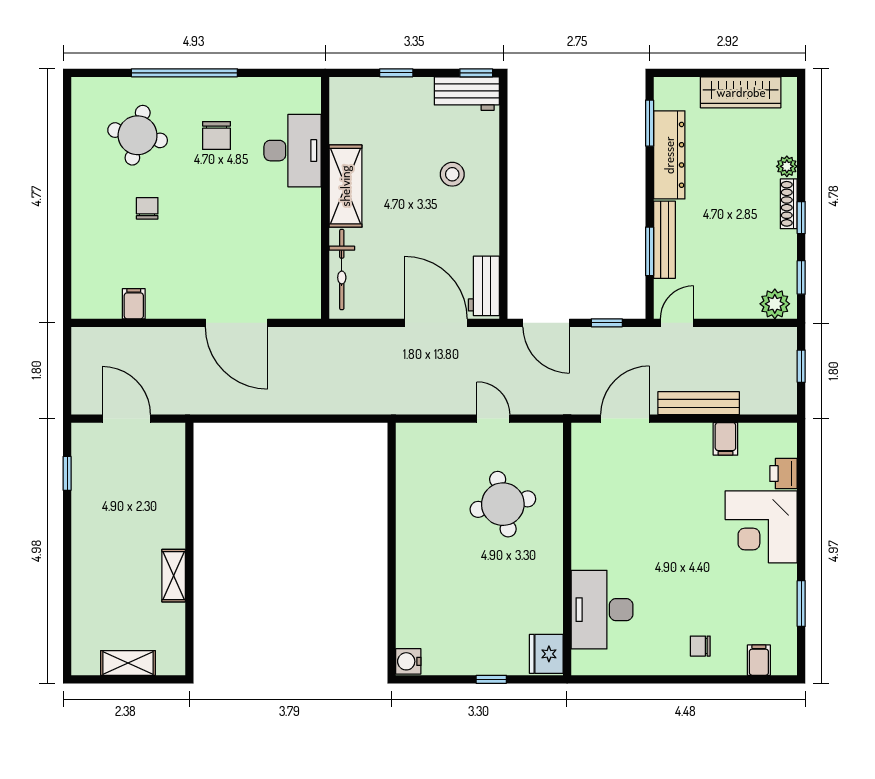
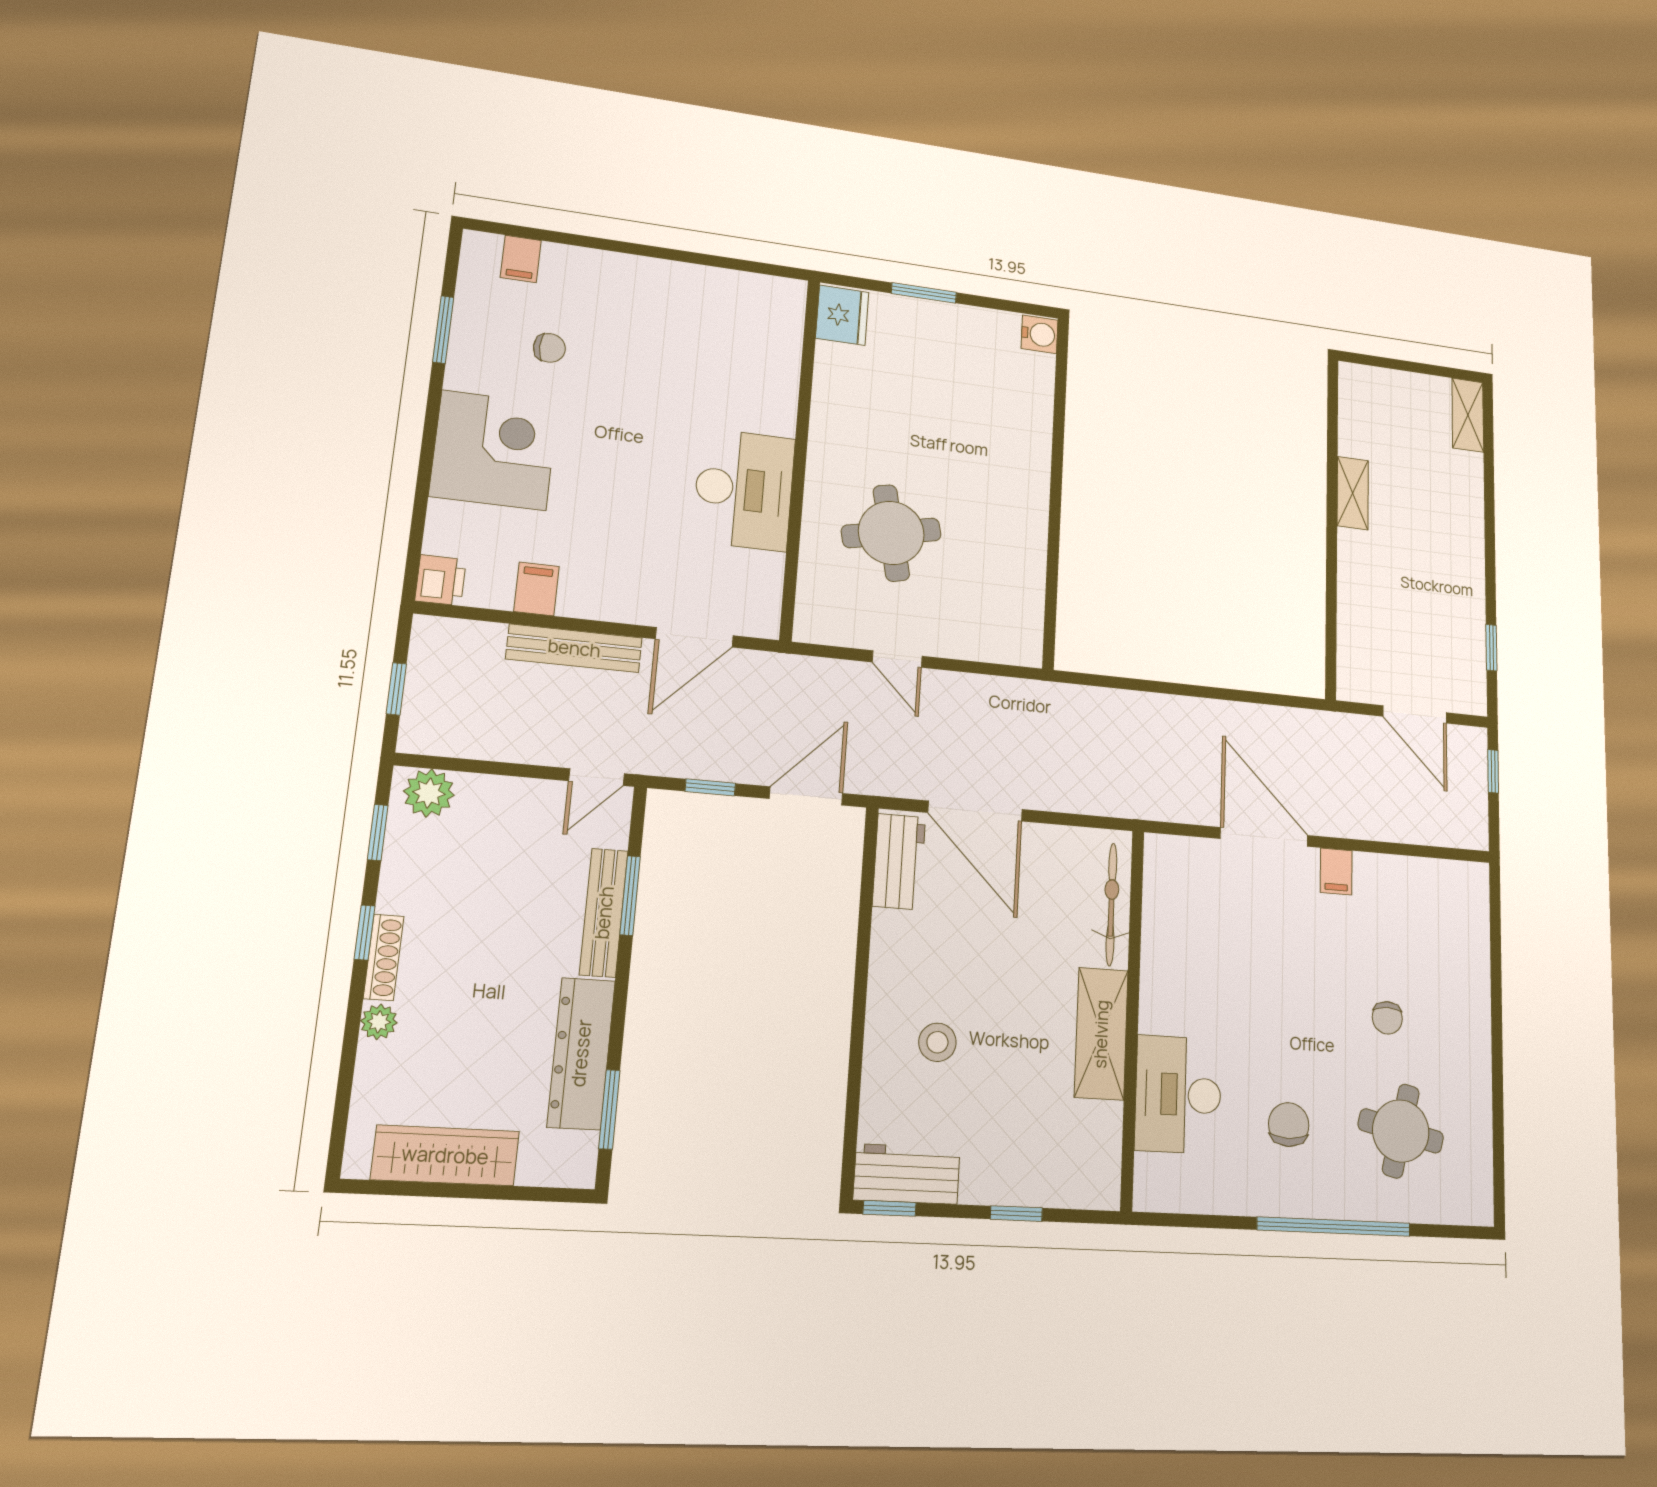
filing cabinet: (134, 304) -> (1336, 872), moved
door: (546, 323) -> (806, 796), hinge flipped
window: (67, 384) -> (1493, 771), added
printer: (783, 474) -> (441, 580), moved
desk: (602, 610) -> (744, 489), moved
chair: (700, 646) -> (549, 348), moved
shelving: (128, 663) -> (1468, 415), moved, turned 90
window: (491, 679) -> (924, 293), width x1.50

